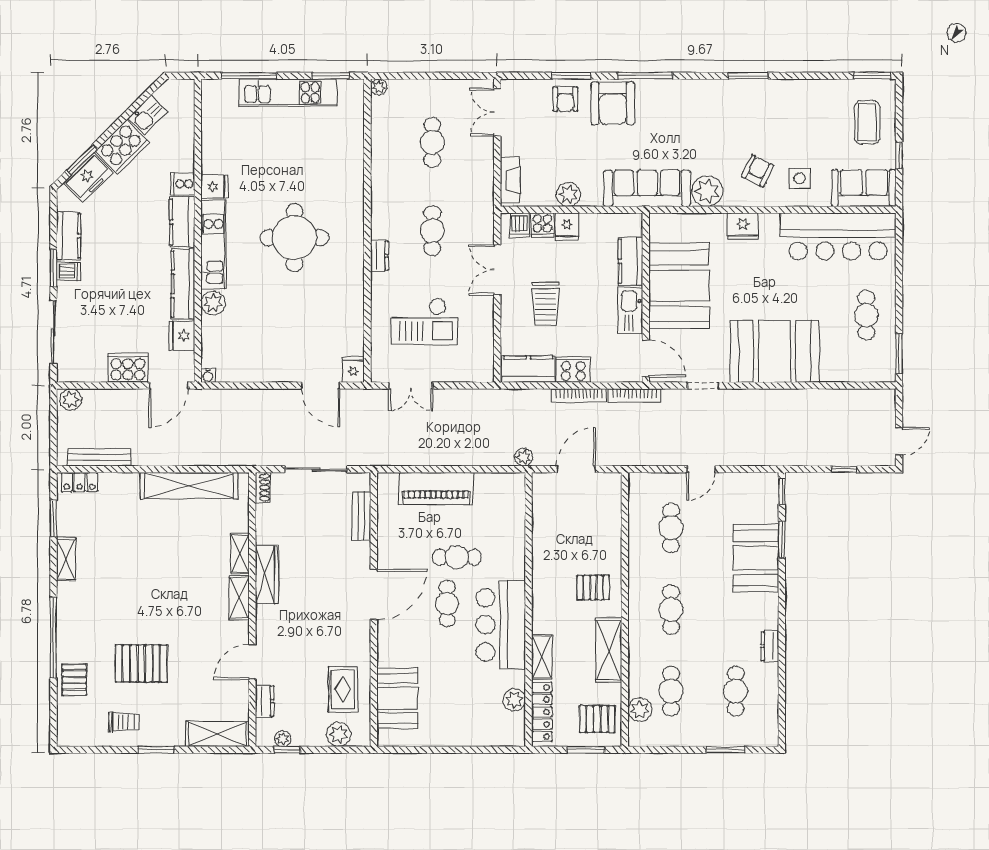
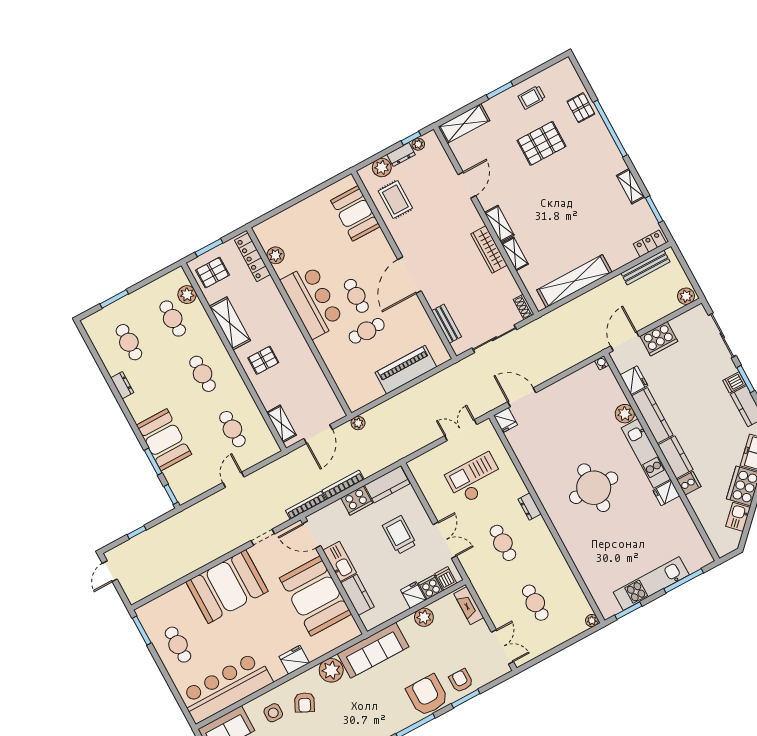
shelving: (542, 657) -> (281, 424), moved
dresser: (265, 701) -> (401, 155), moved, turned -90

